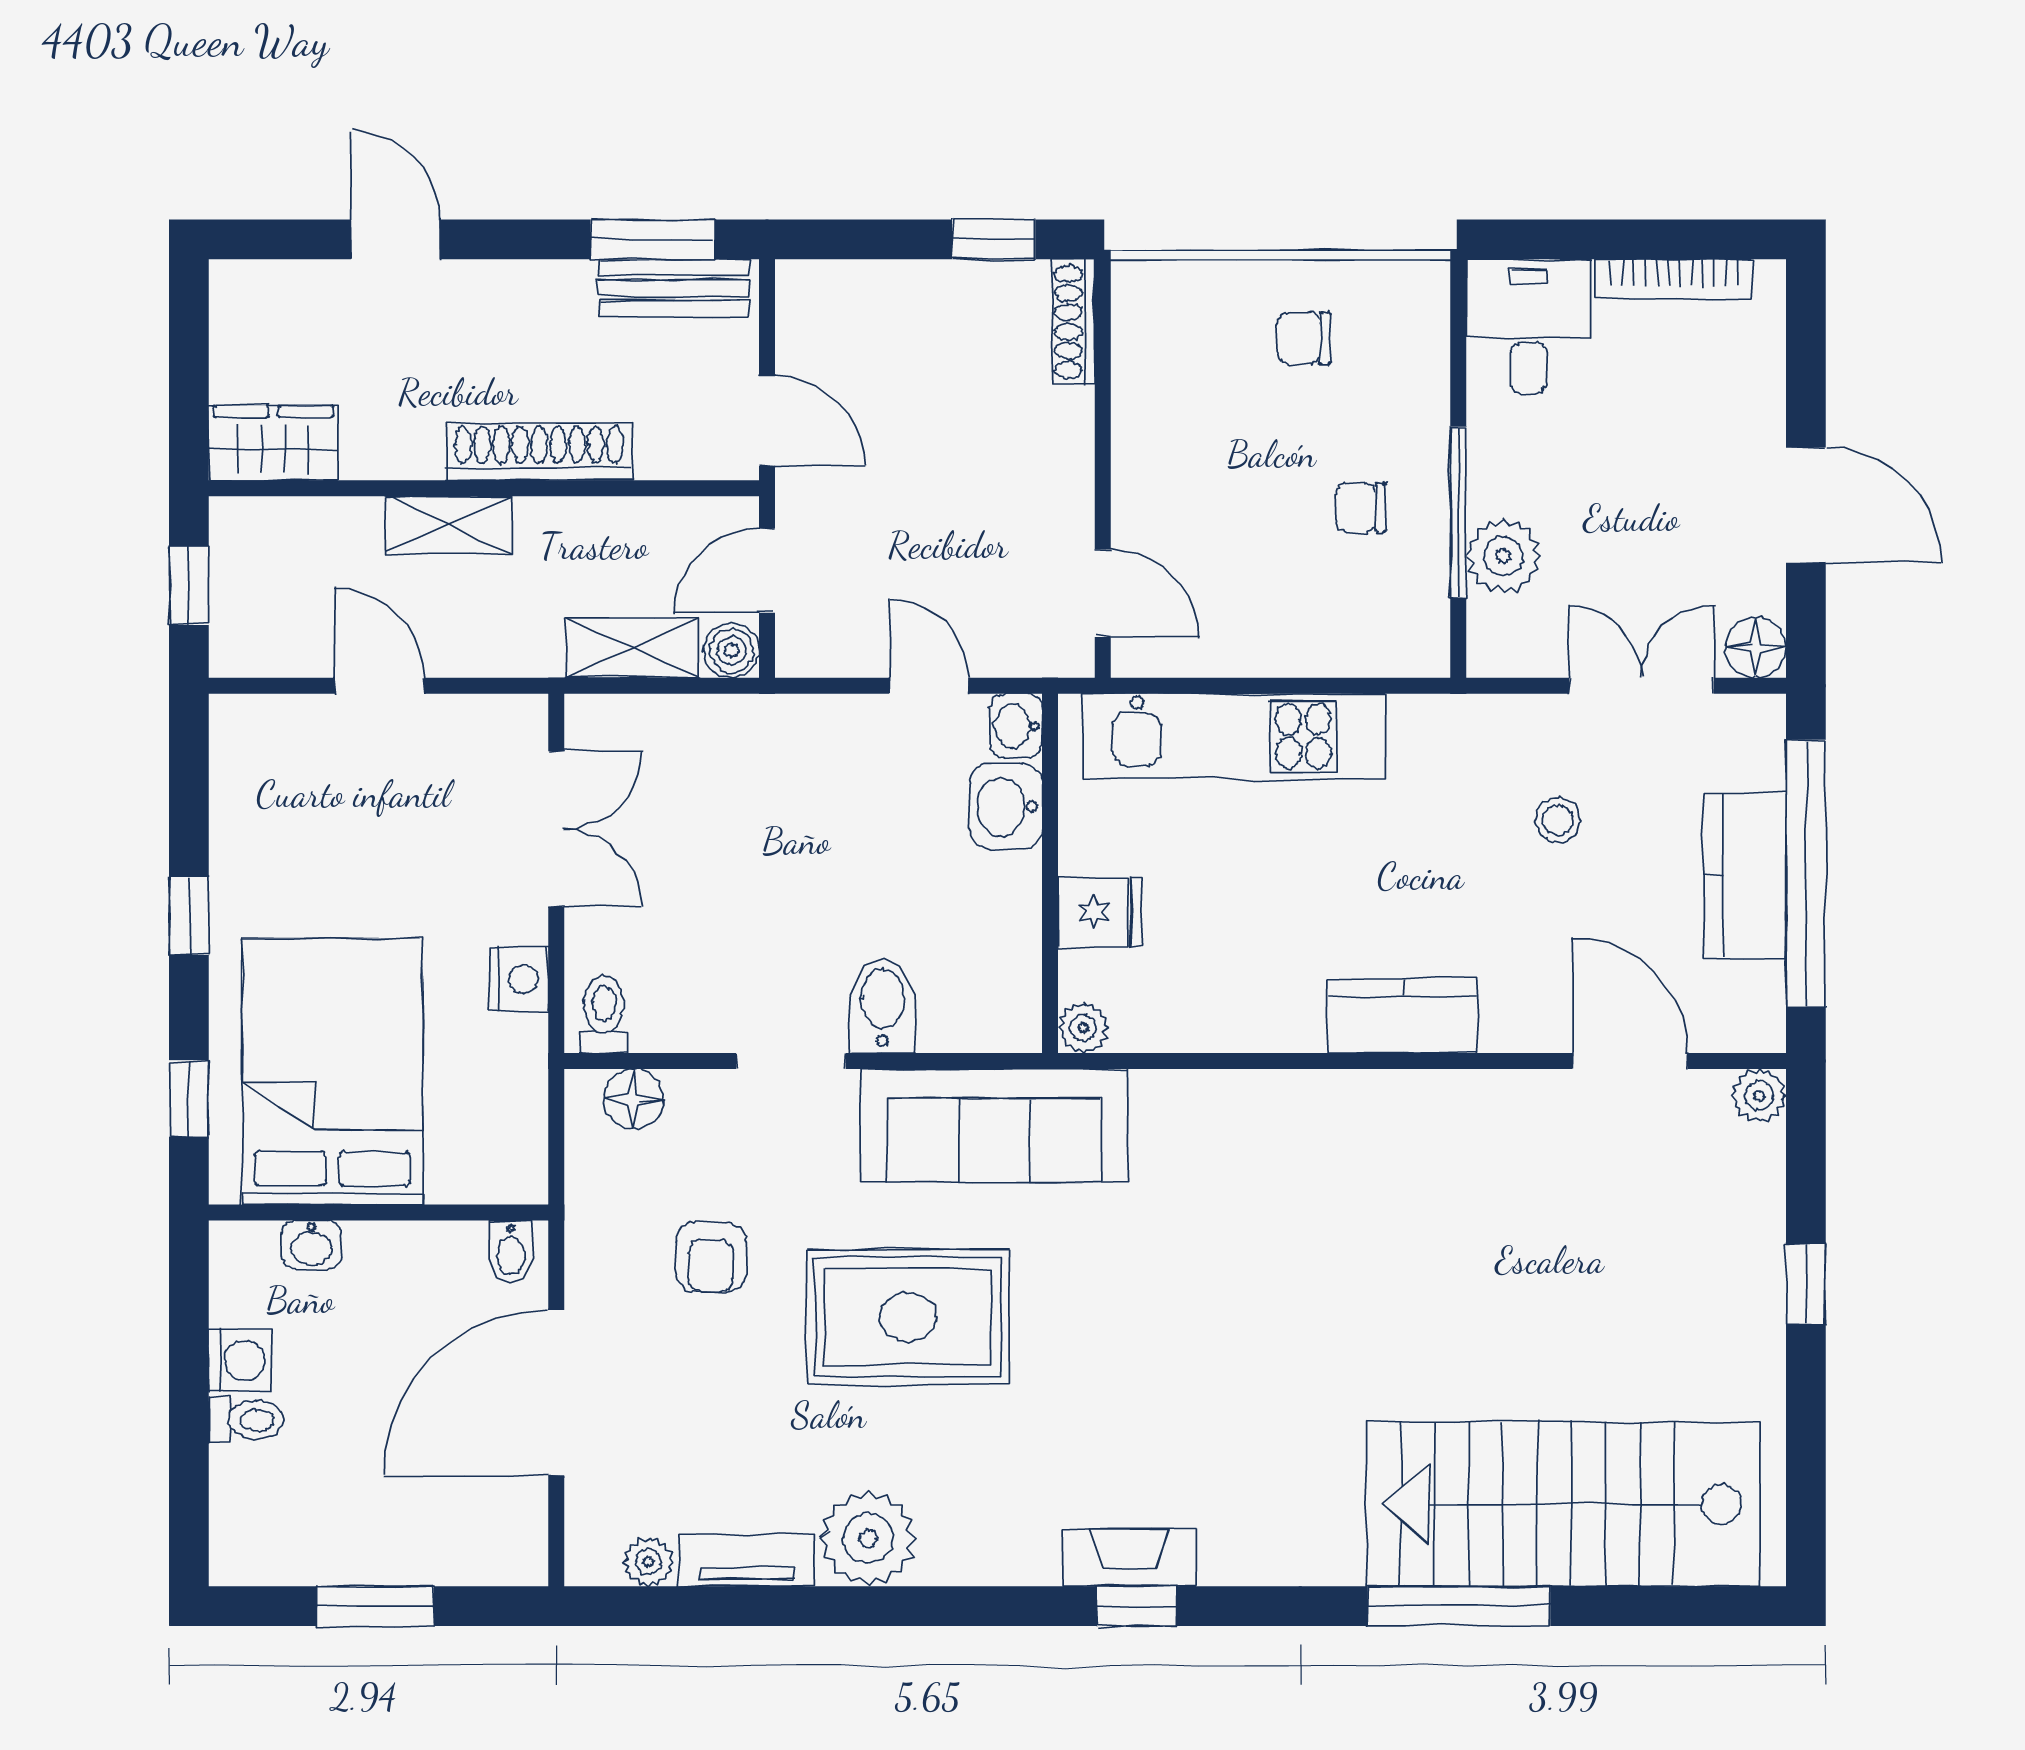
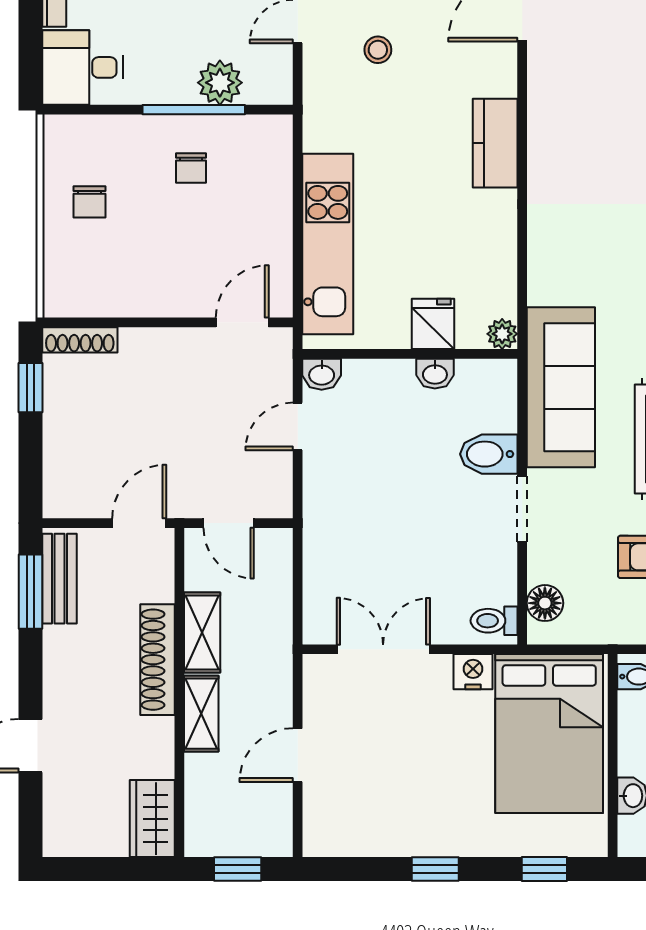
shelving: (632, 648) -> (202, 632), moved
boiler: (732, 651) -> (276, 544), removed
washbasin: (1006, 807) -> (435, 374), moved, width x0.72, depth x0.69
bed: (332, 1072) -> (549, 734), moved, turned -90

